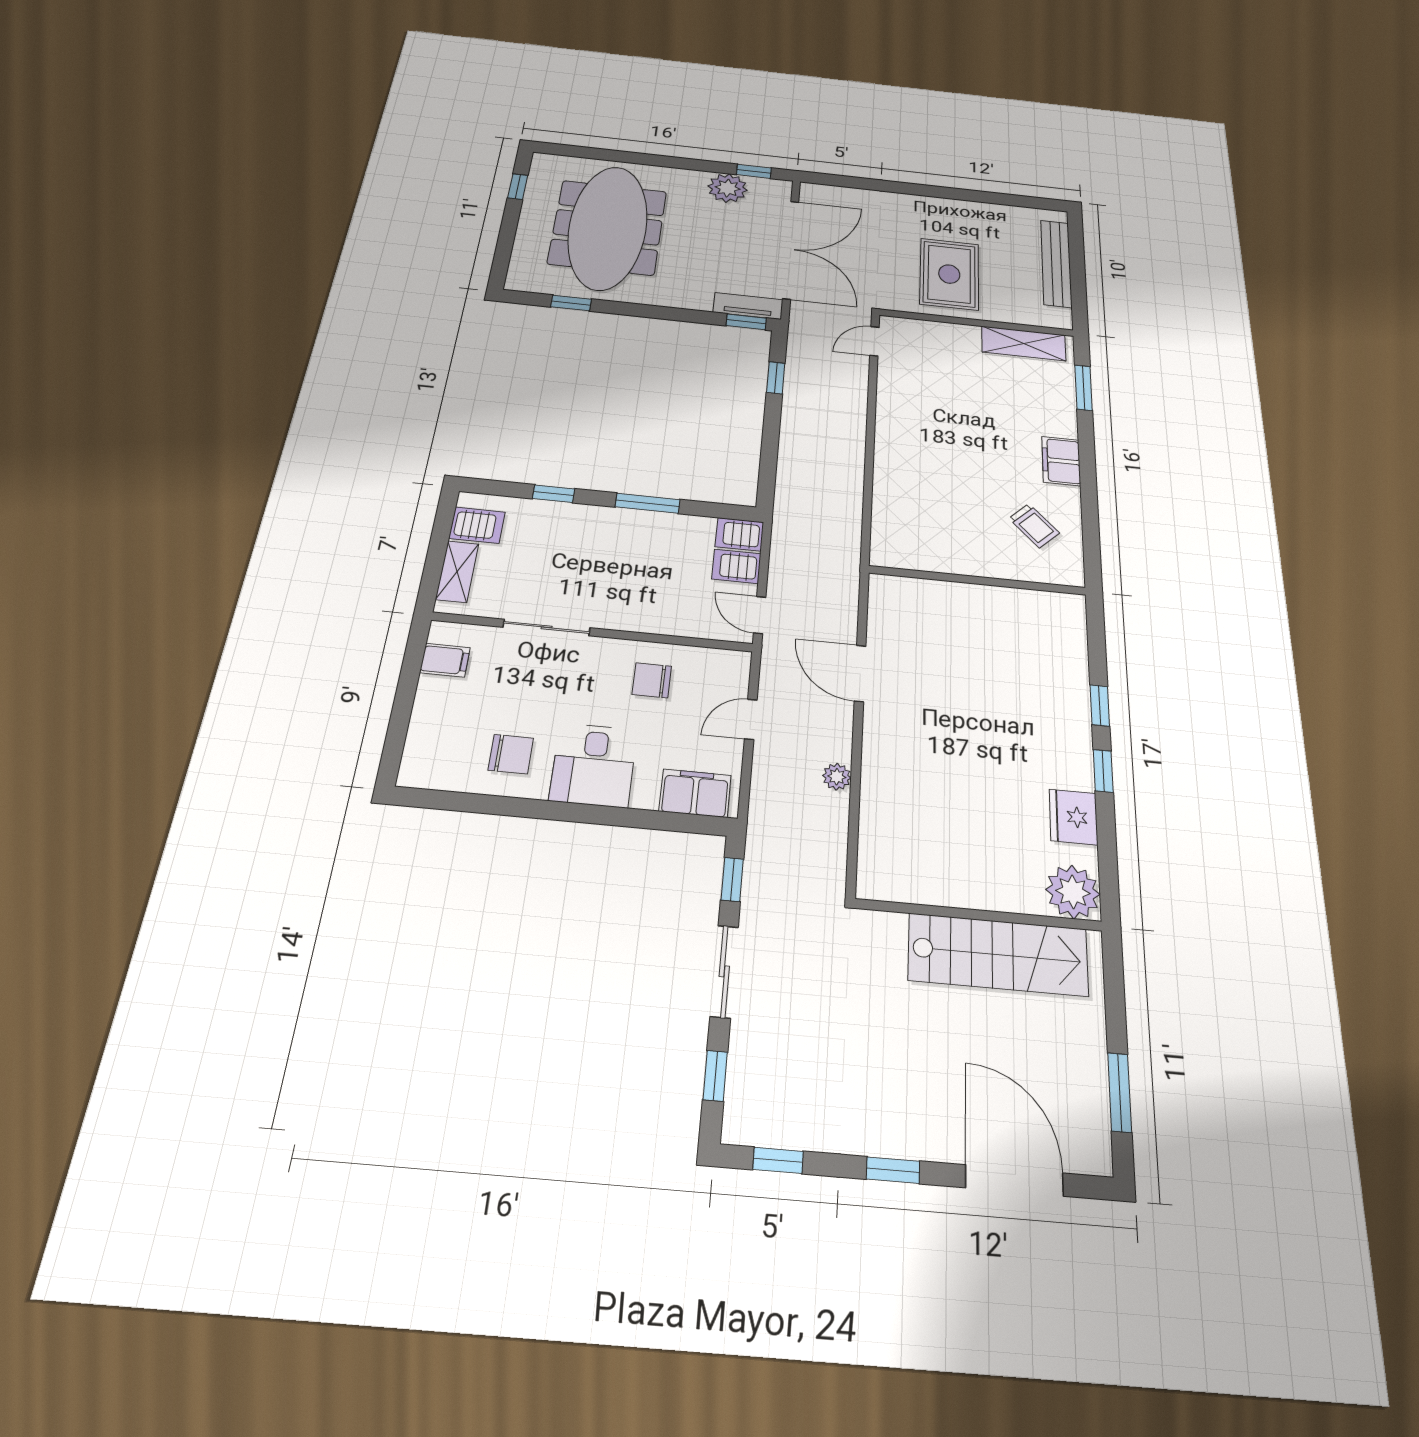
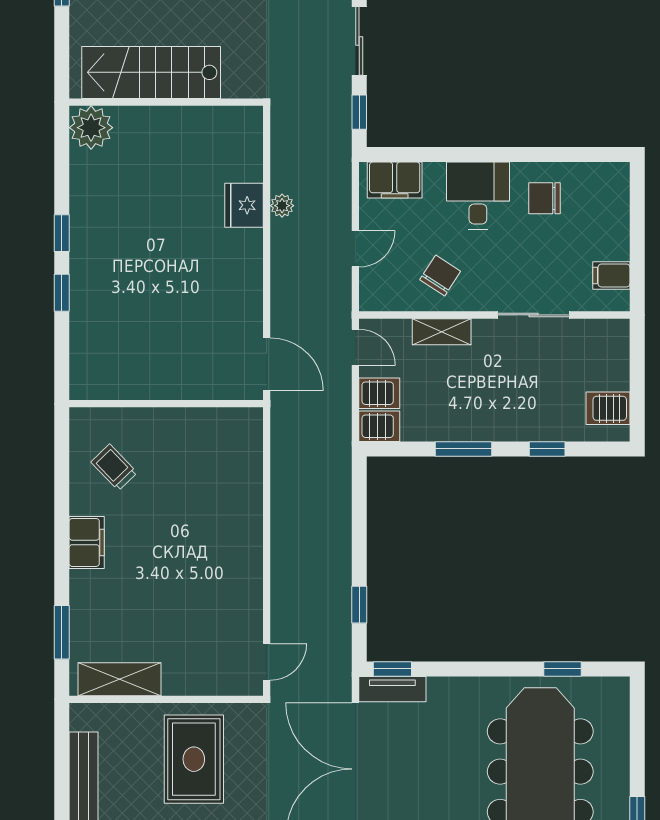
shelving: (457, 572) -> (442, 332), moved, turned 90
door: (860, 673) -> (267, 364), moved
chair: (652, 680) -> (440, 276), turned -57
fridge: (1073, 817) -> (244, 205), moved, turned 180

